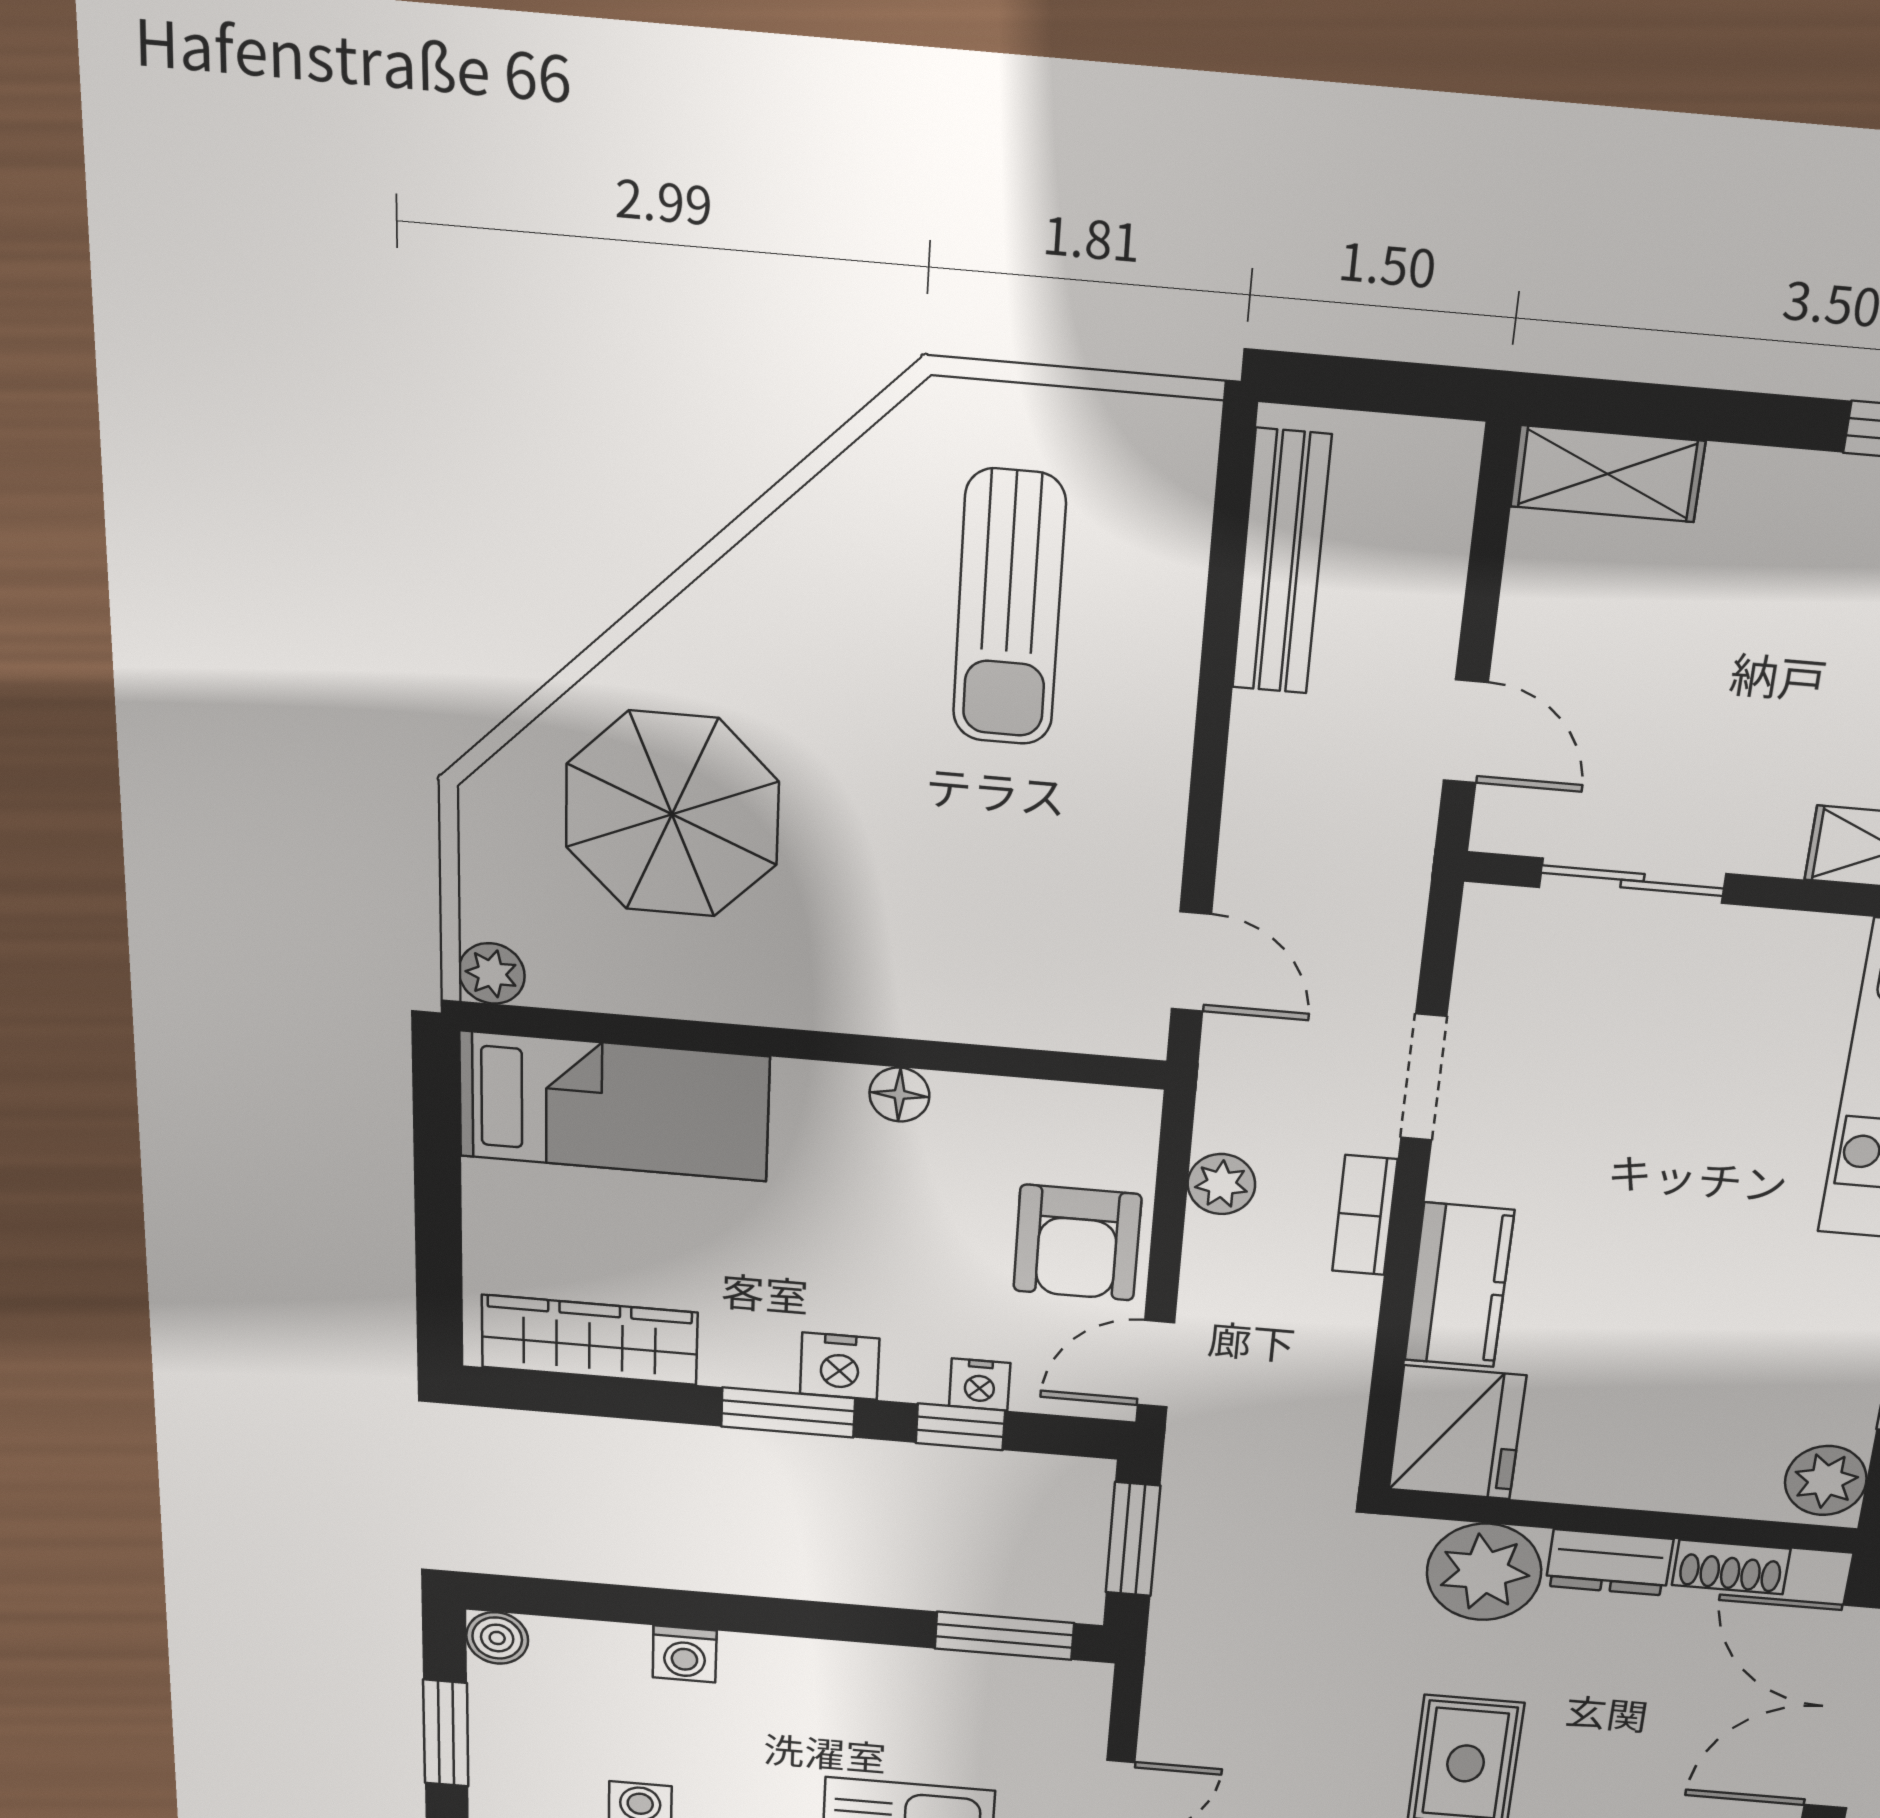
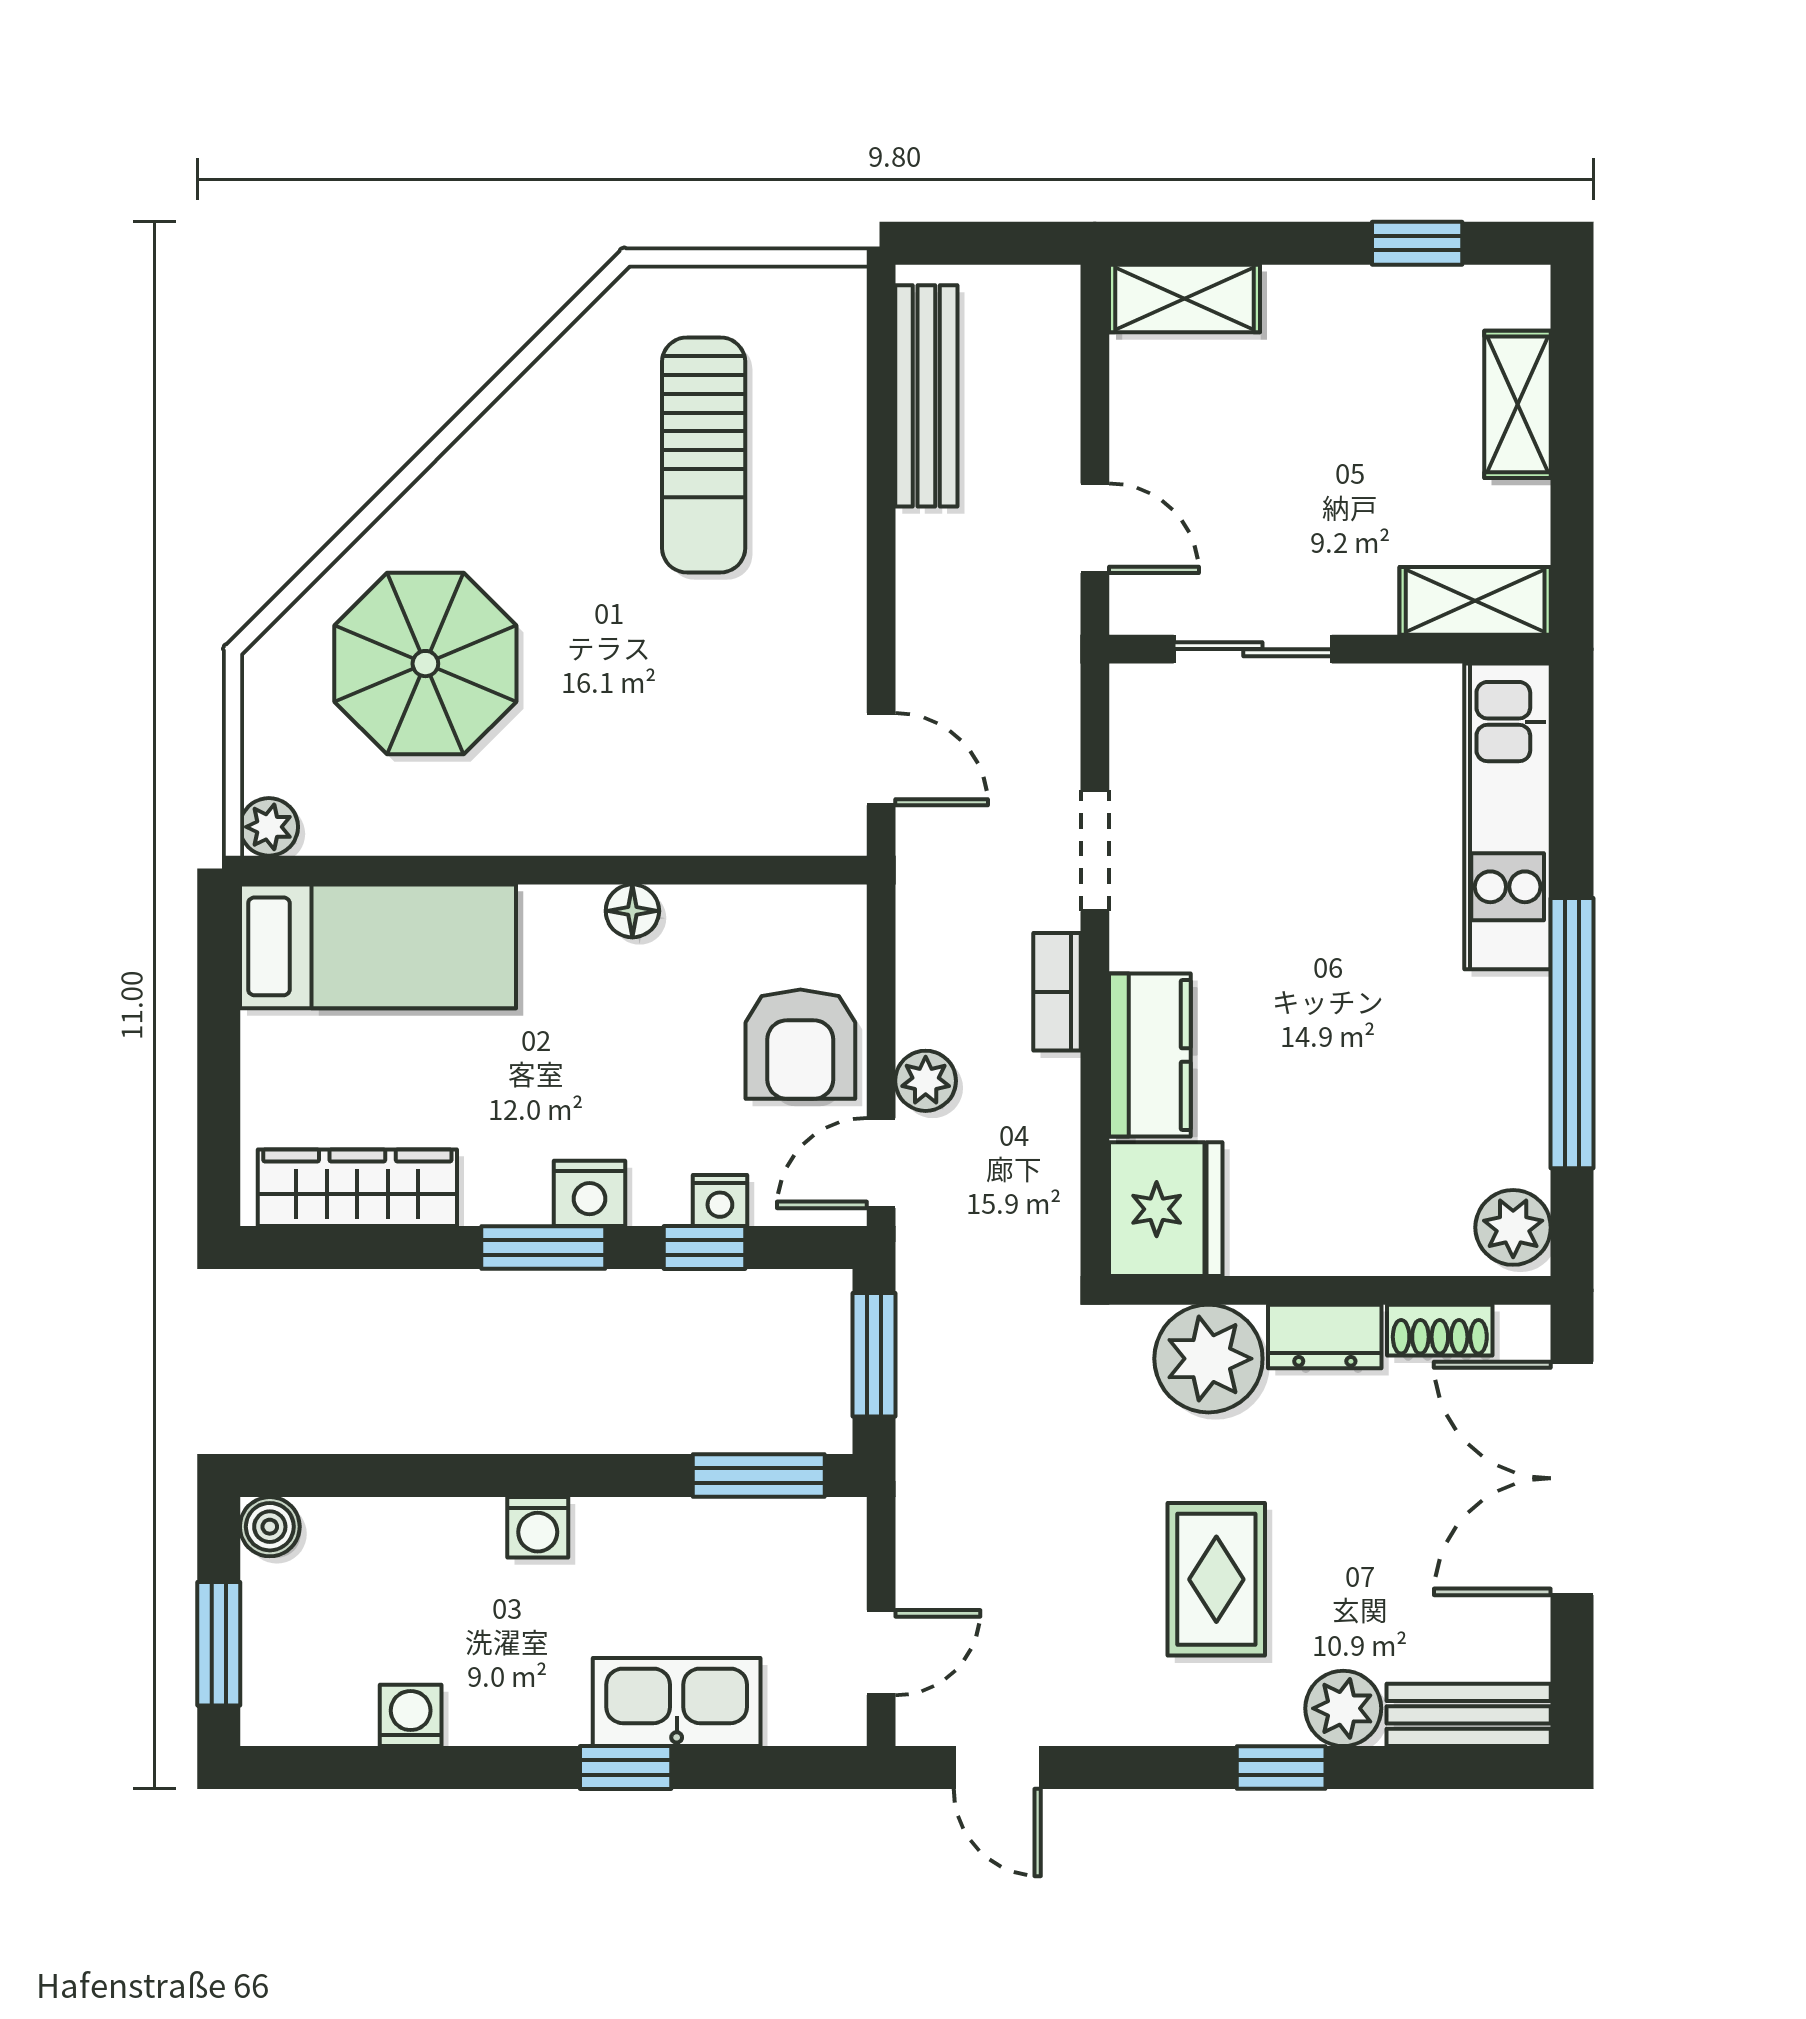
plant: (1221, 1184) -> (926, 1081), moved
washing machine: (685, 1654) -> (538, 1527), moved

